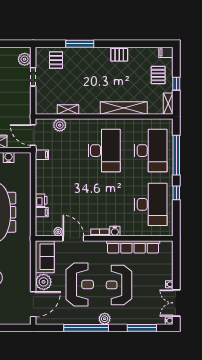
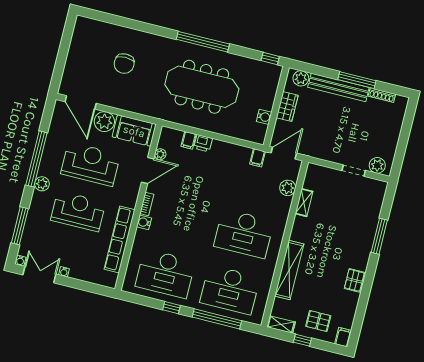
pallet: (56, 60) -> (367, 203), removed
reception desk: (80, 285) -> (90, 164), turned 180

